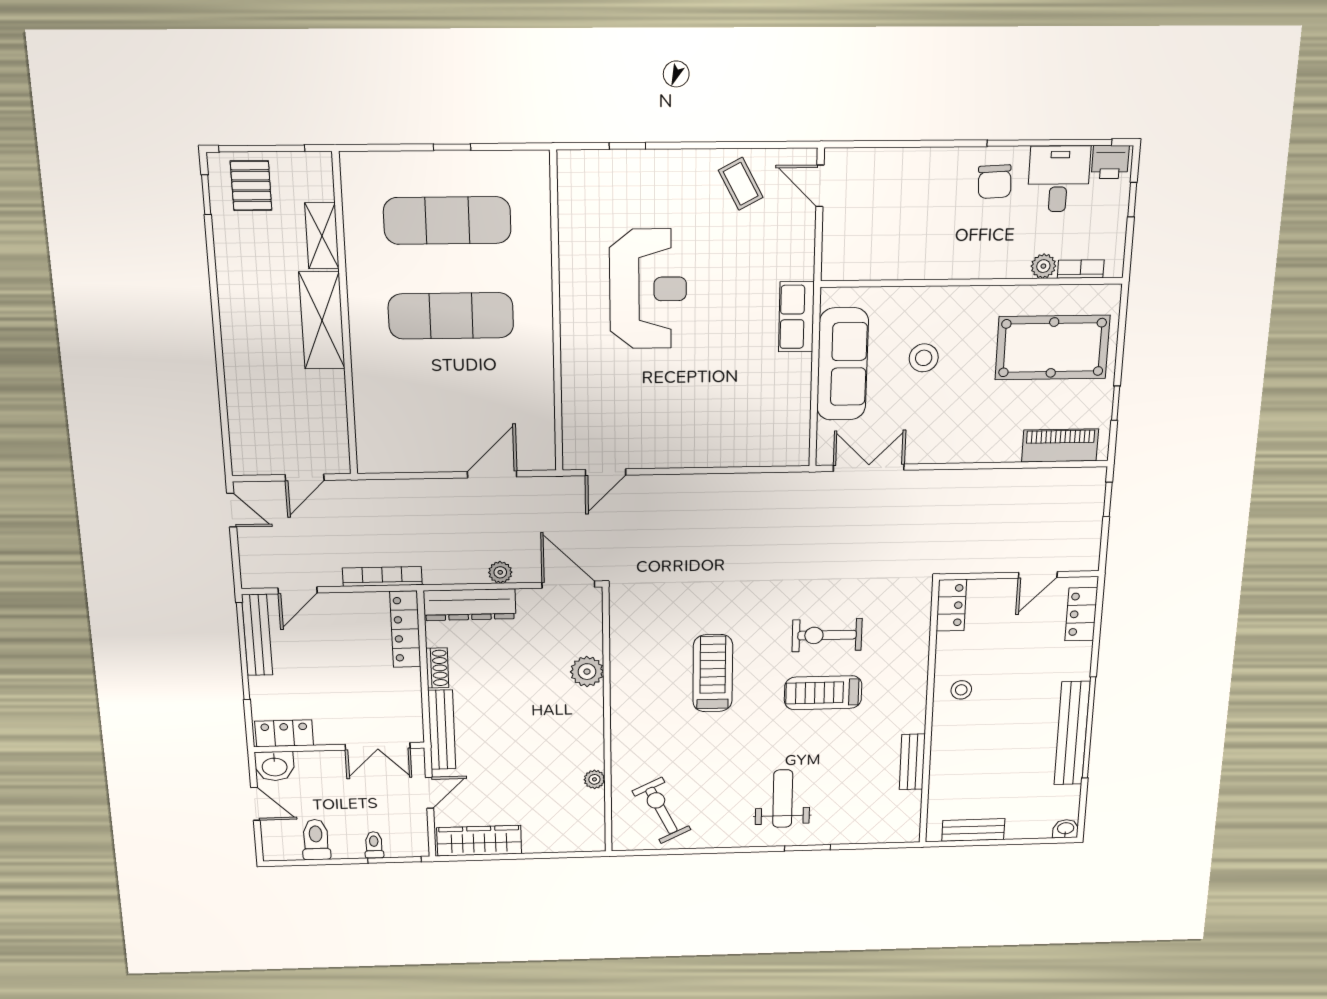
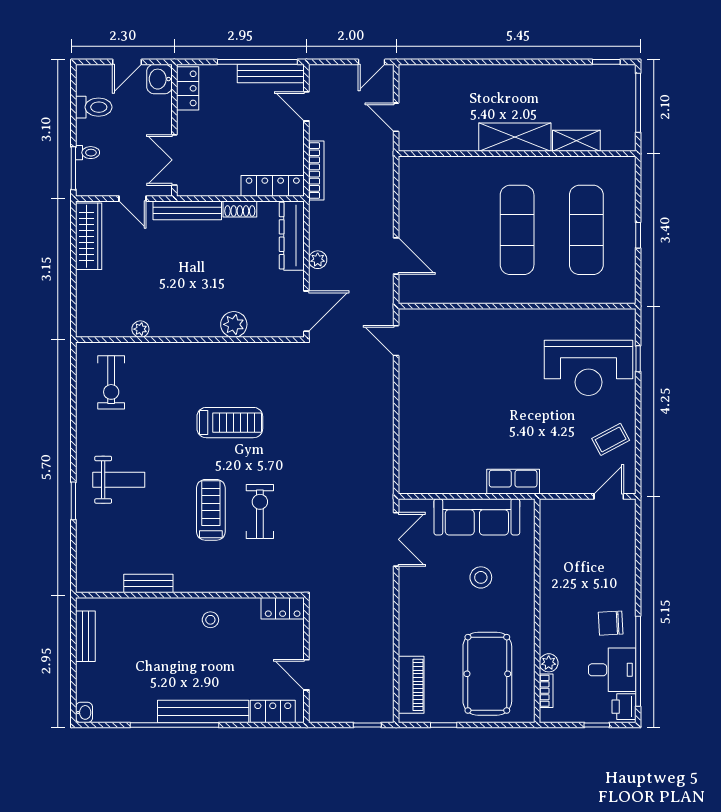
pallet: (251, 186) -> (612, 94), removed
reception desk: (648, 289) -> (589, 368), moved
bench: (1072, 733) -> (203, 711), moved
exercise bike: (662, 810) -> (111, 382), turned 116

